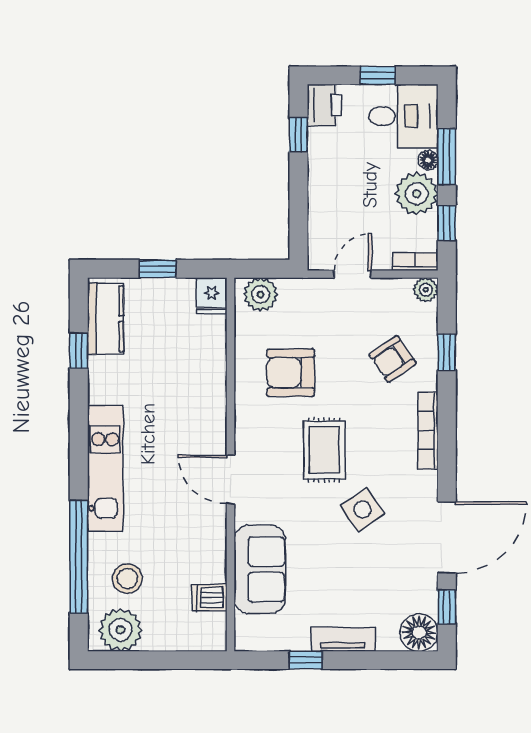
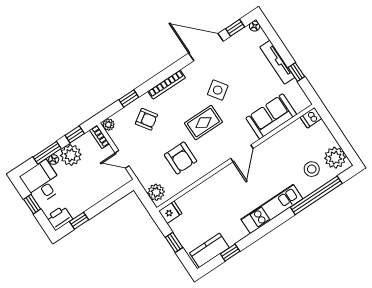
dishwasher: (210, 598) -> (311, 118), moved, turned 90
floor lamp: (419, 632) -> (255, 26), width x0.53, depth x0.53
tv unit: (343, 639) -> (277, 62), width x1.41

